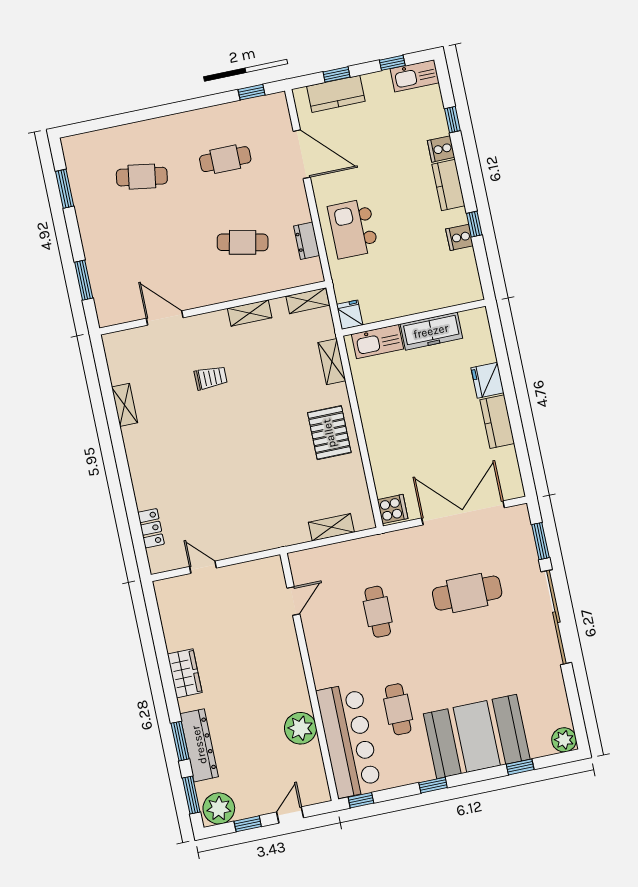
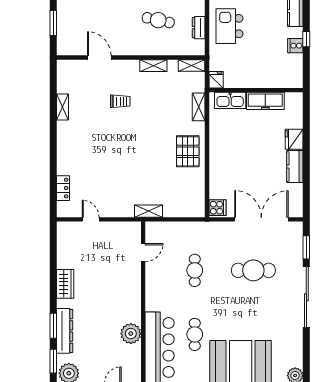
shelving: (331, 527) -> (148, 211), moved

